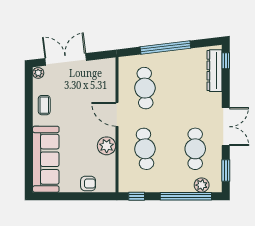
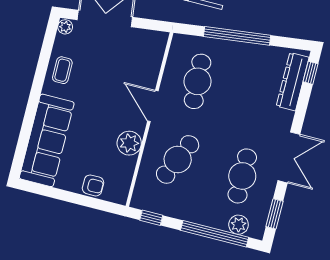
cafe table: (145, 149) -> (178, 159), turned 30

